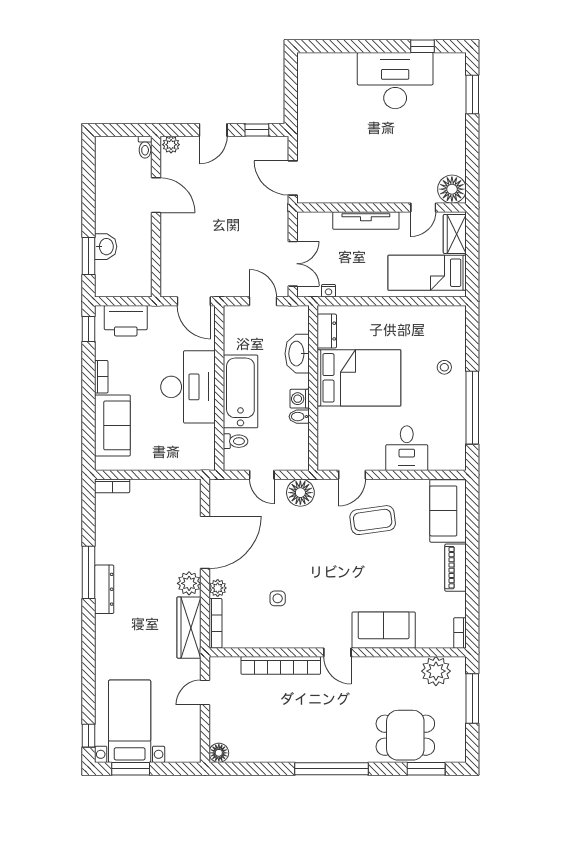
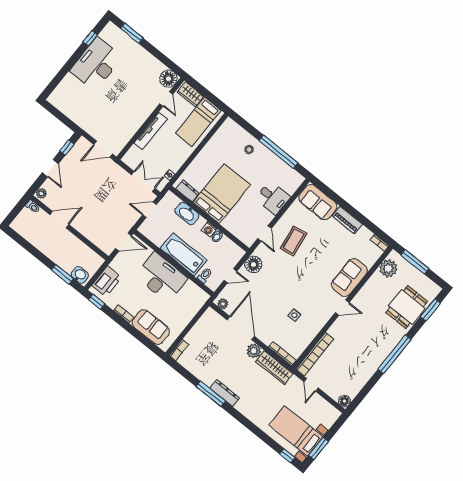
washbasin: (106, 247) -> (80, 275), moved
plant: (218, 588) -> (223, 304), moved
bookcase: (281, 665) -> (315, 354), moved

